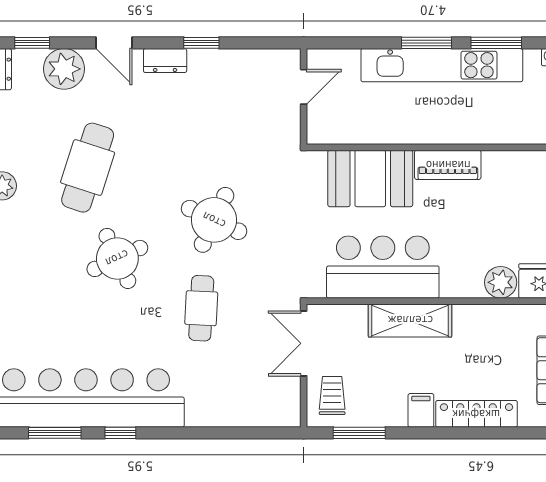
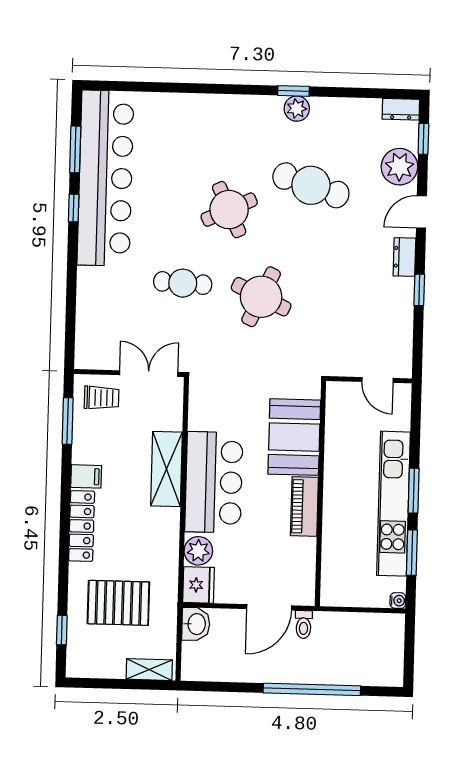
bar counter: (383, 267) -> (214, 482), moved

